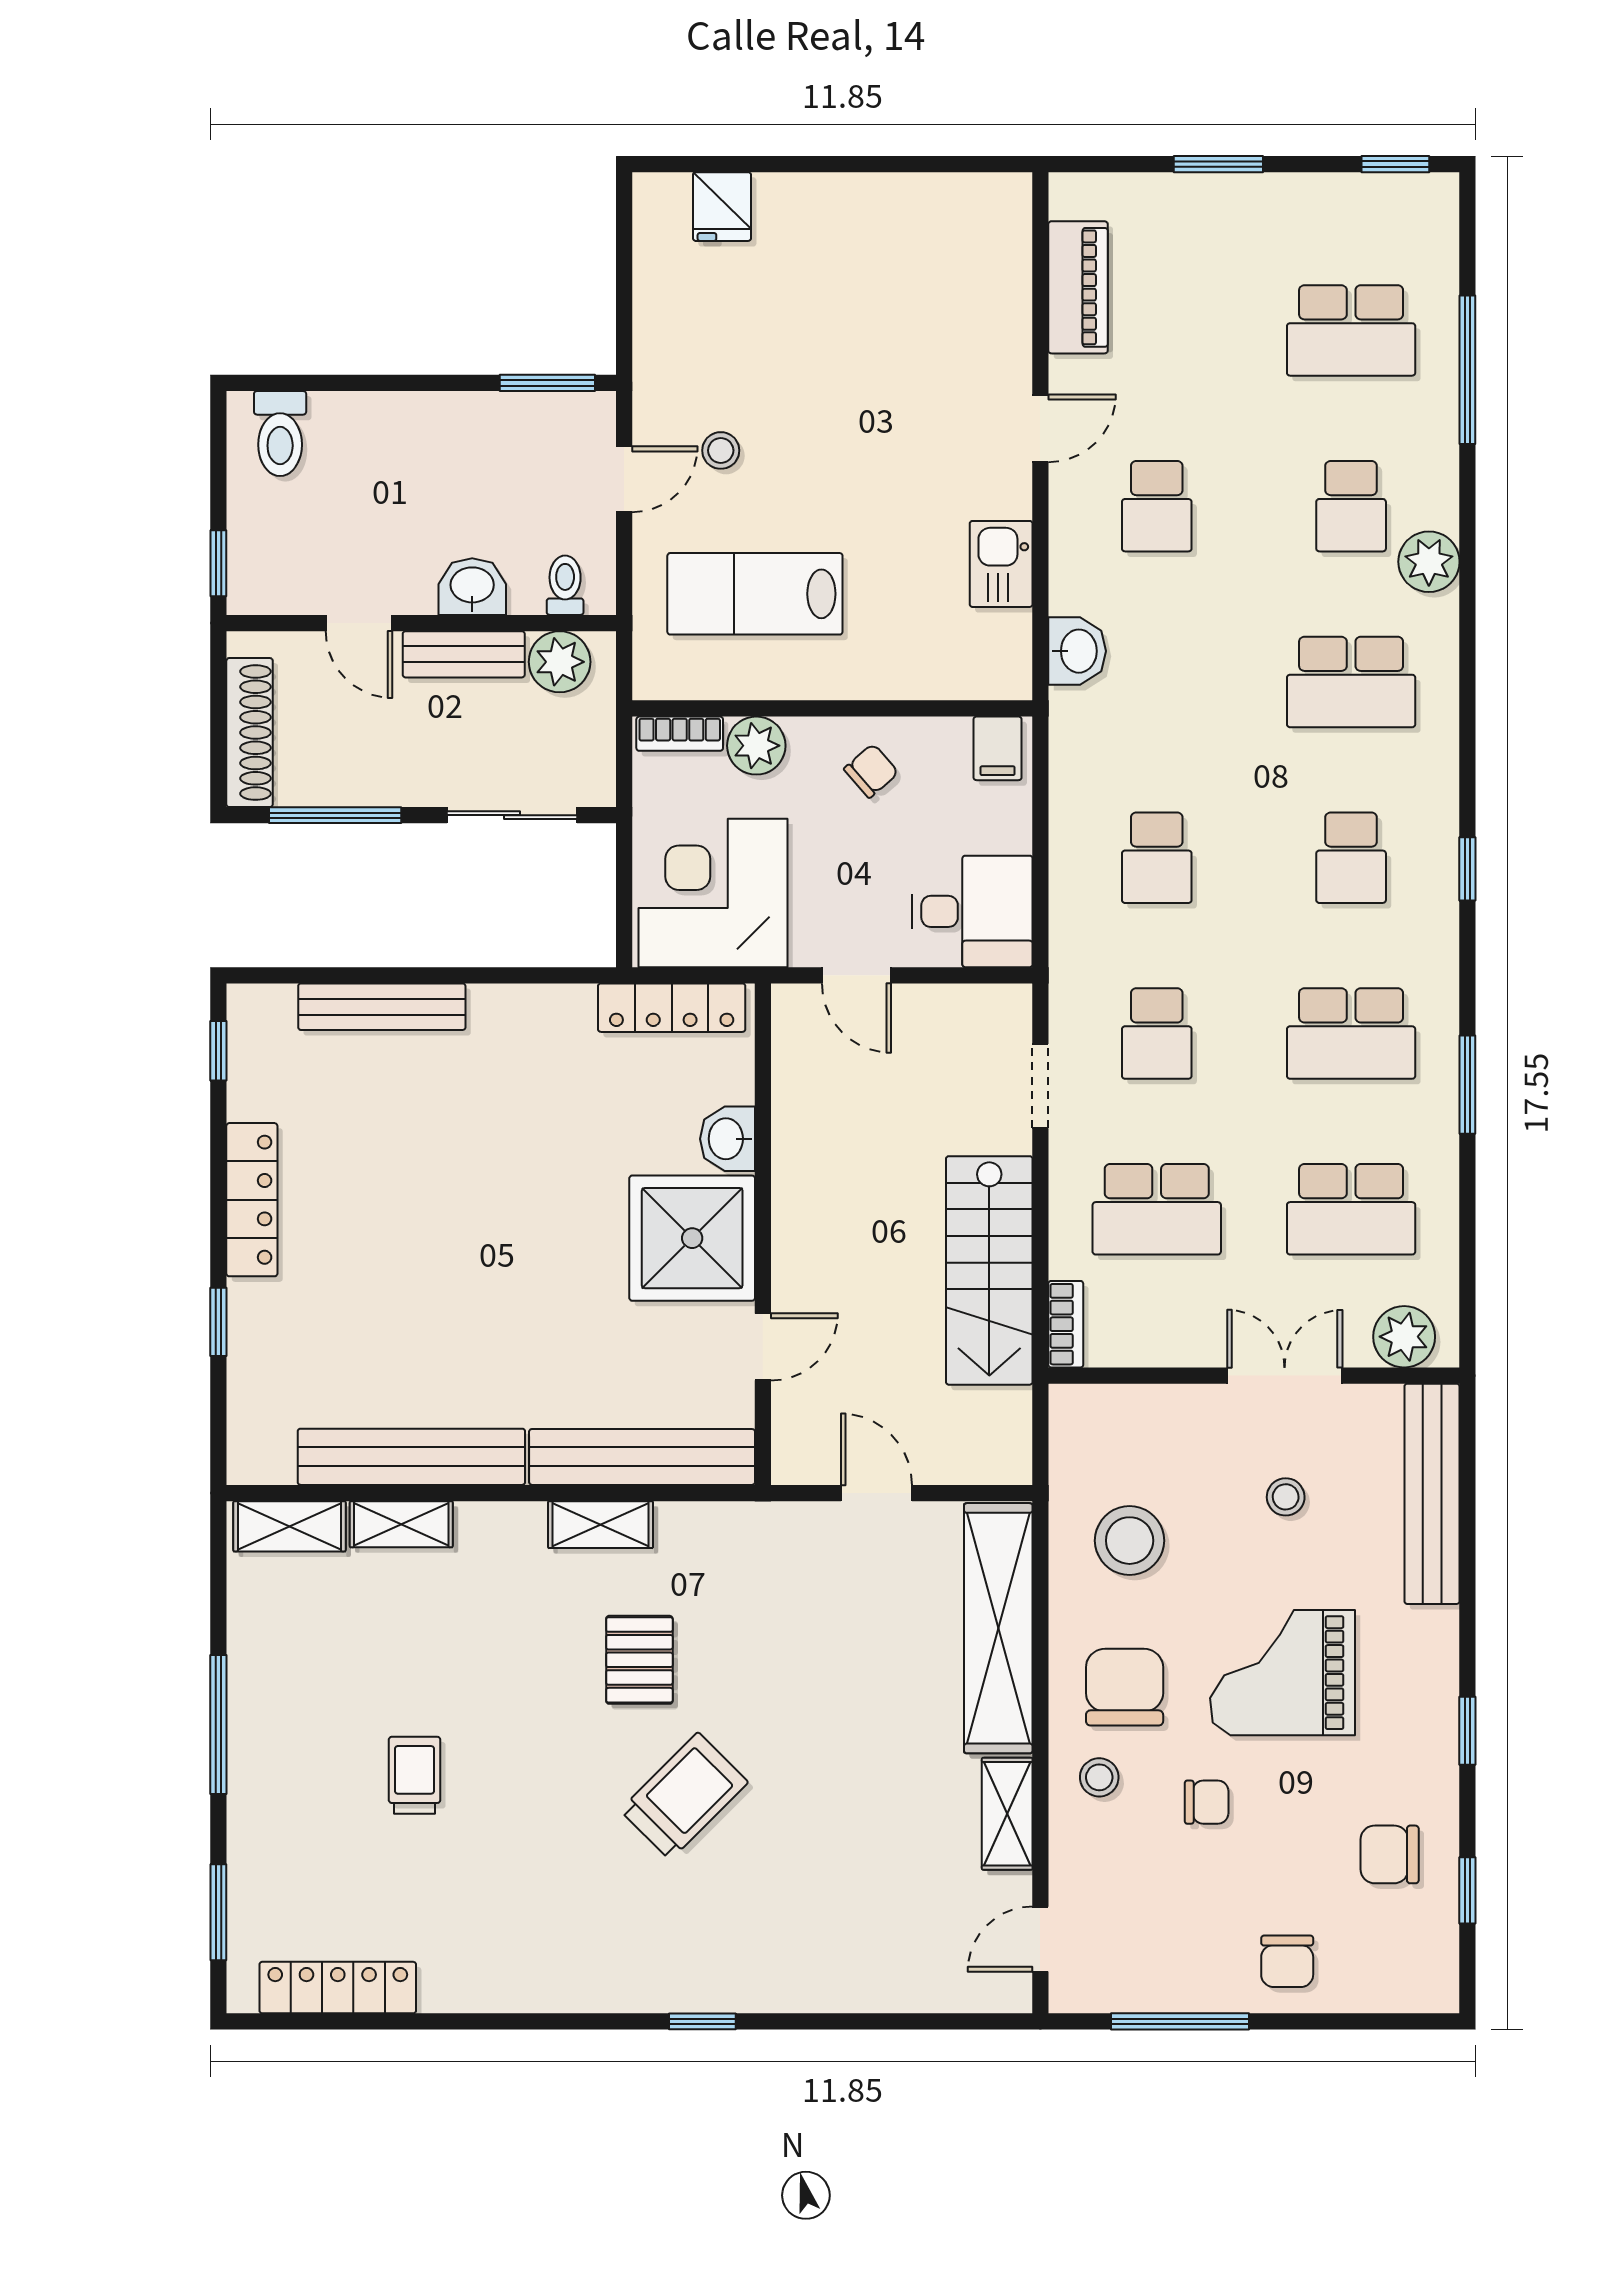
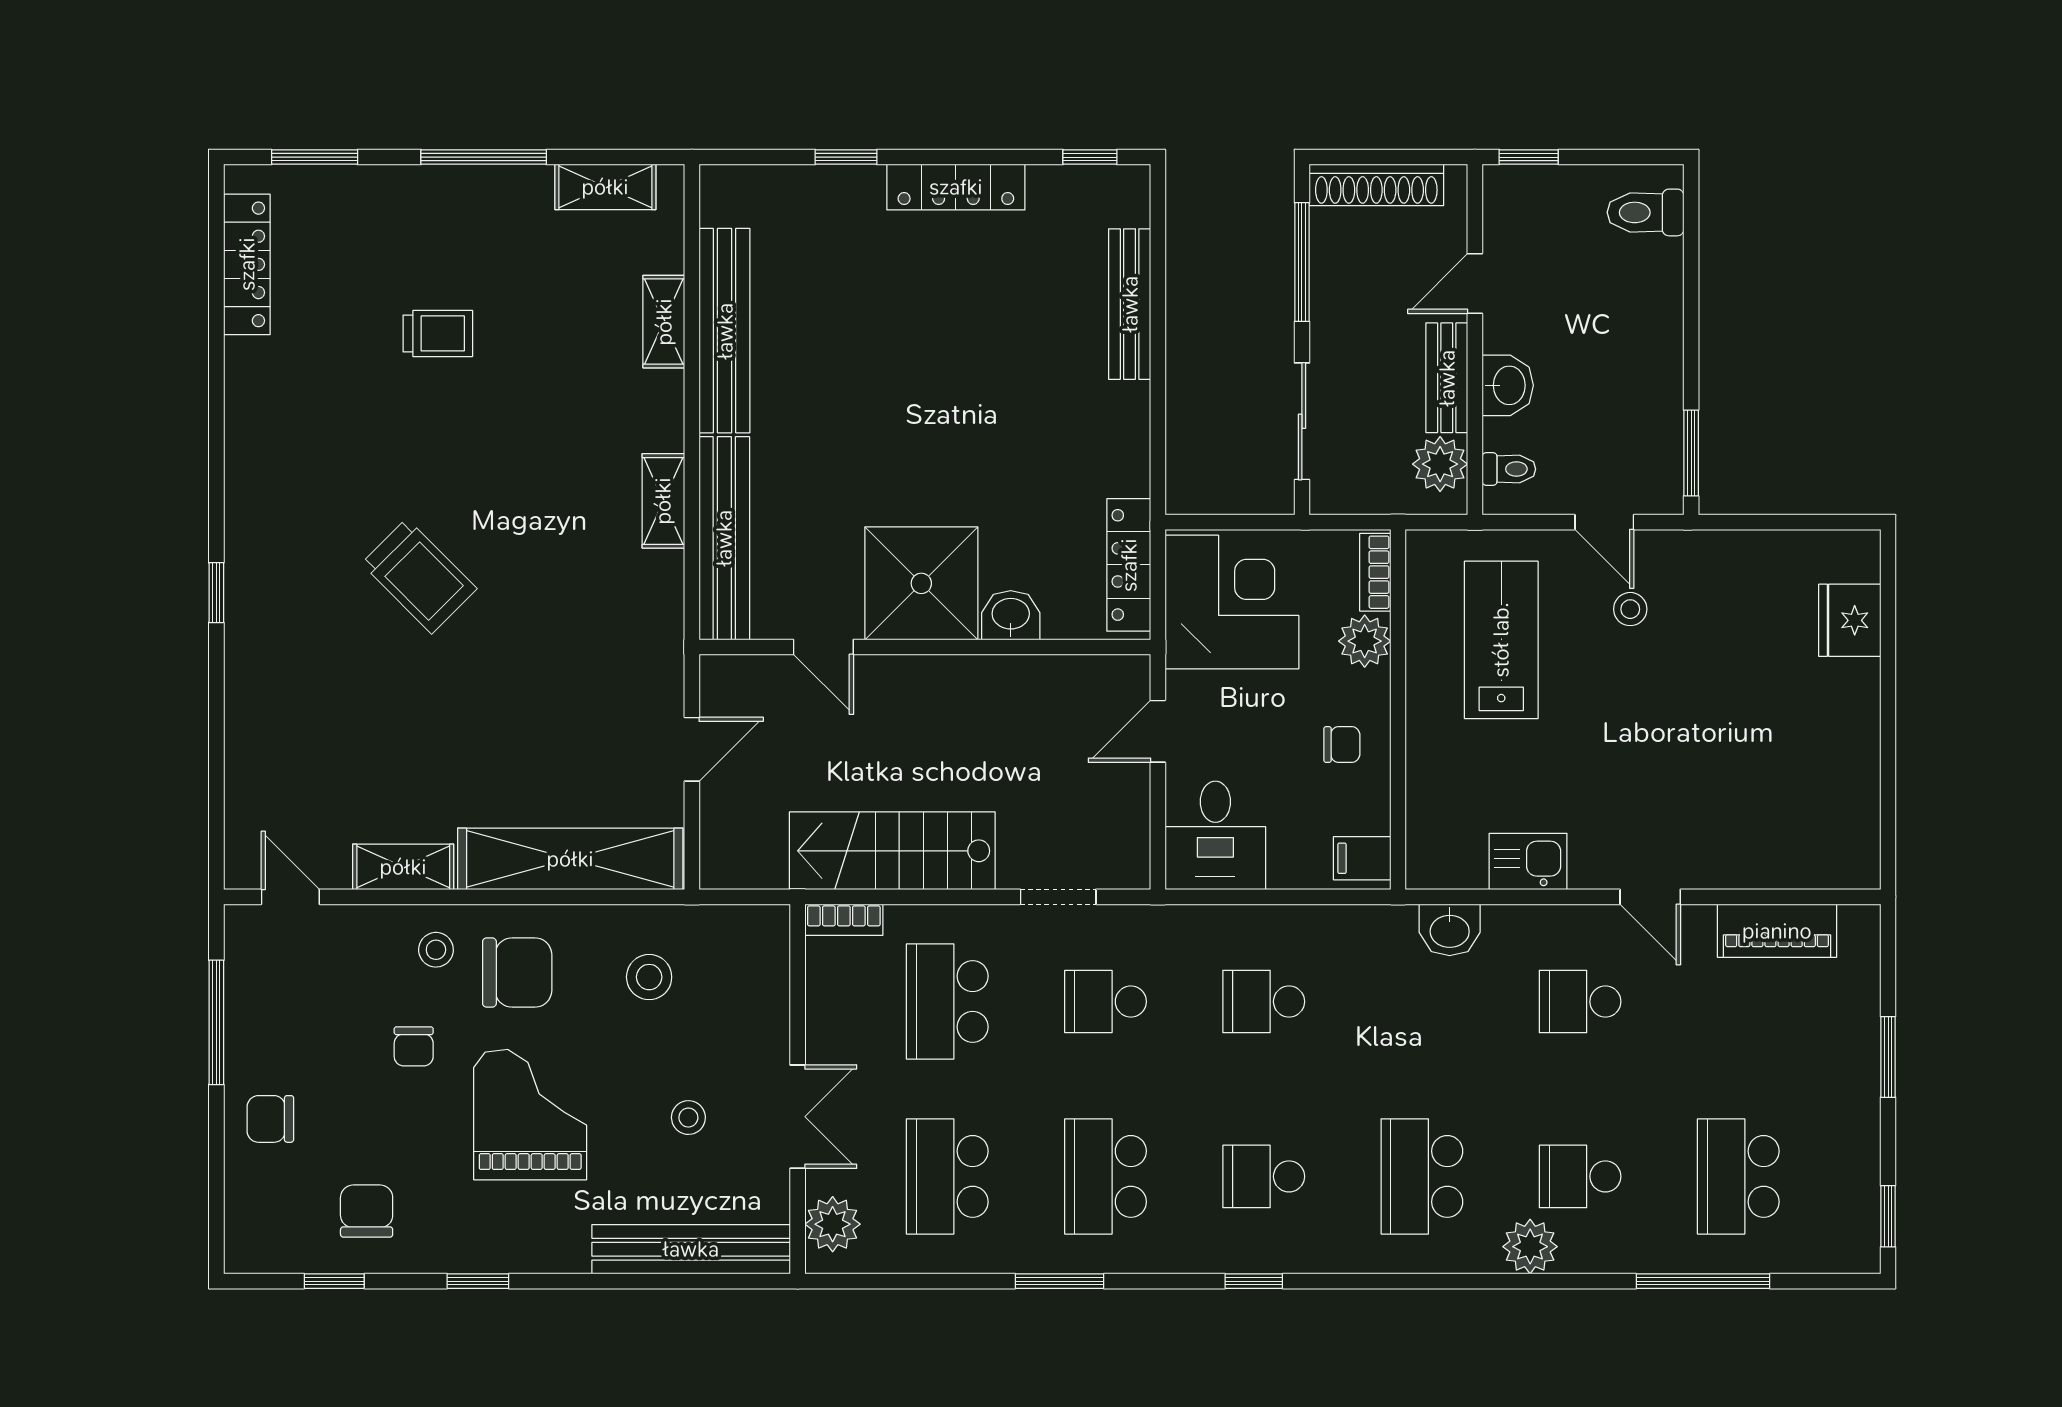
fridge: (722, 207) -> (1850, 620), width x1.38
chair: (871, 771) -> (1342, 745), turned -49
shelving: (289, 1526) -> (605, 187), moved, turned 90
stool: (1130, 1541) -> (649, 977), width x0.73, depth x0.73
pallet: (639, 1660) -> (542, 536), removed

